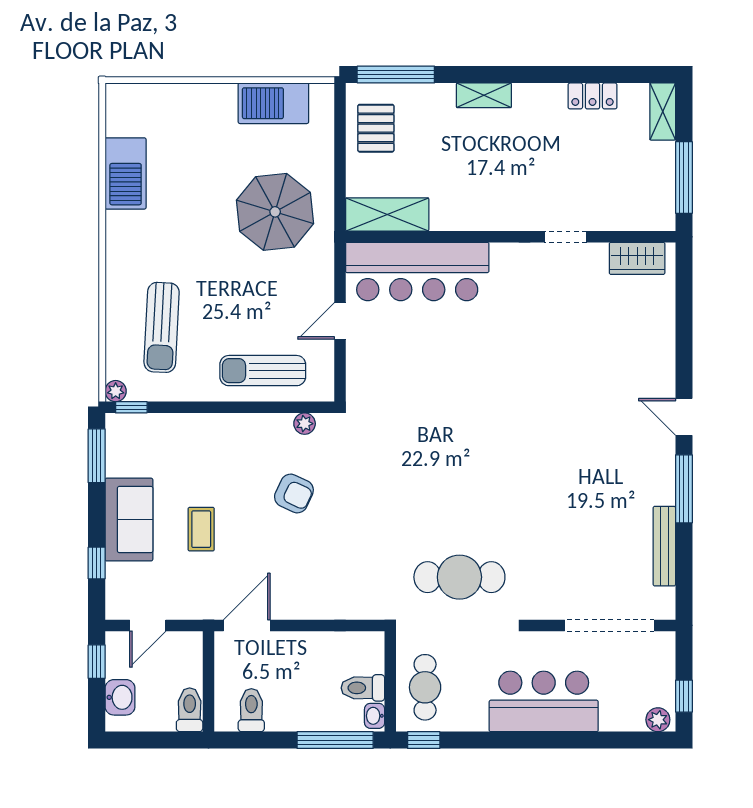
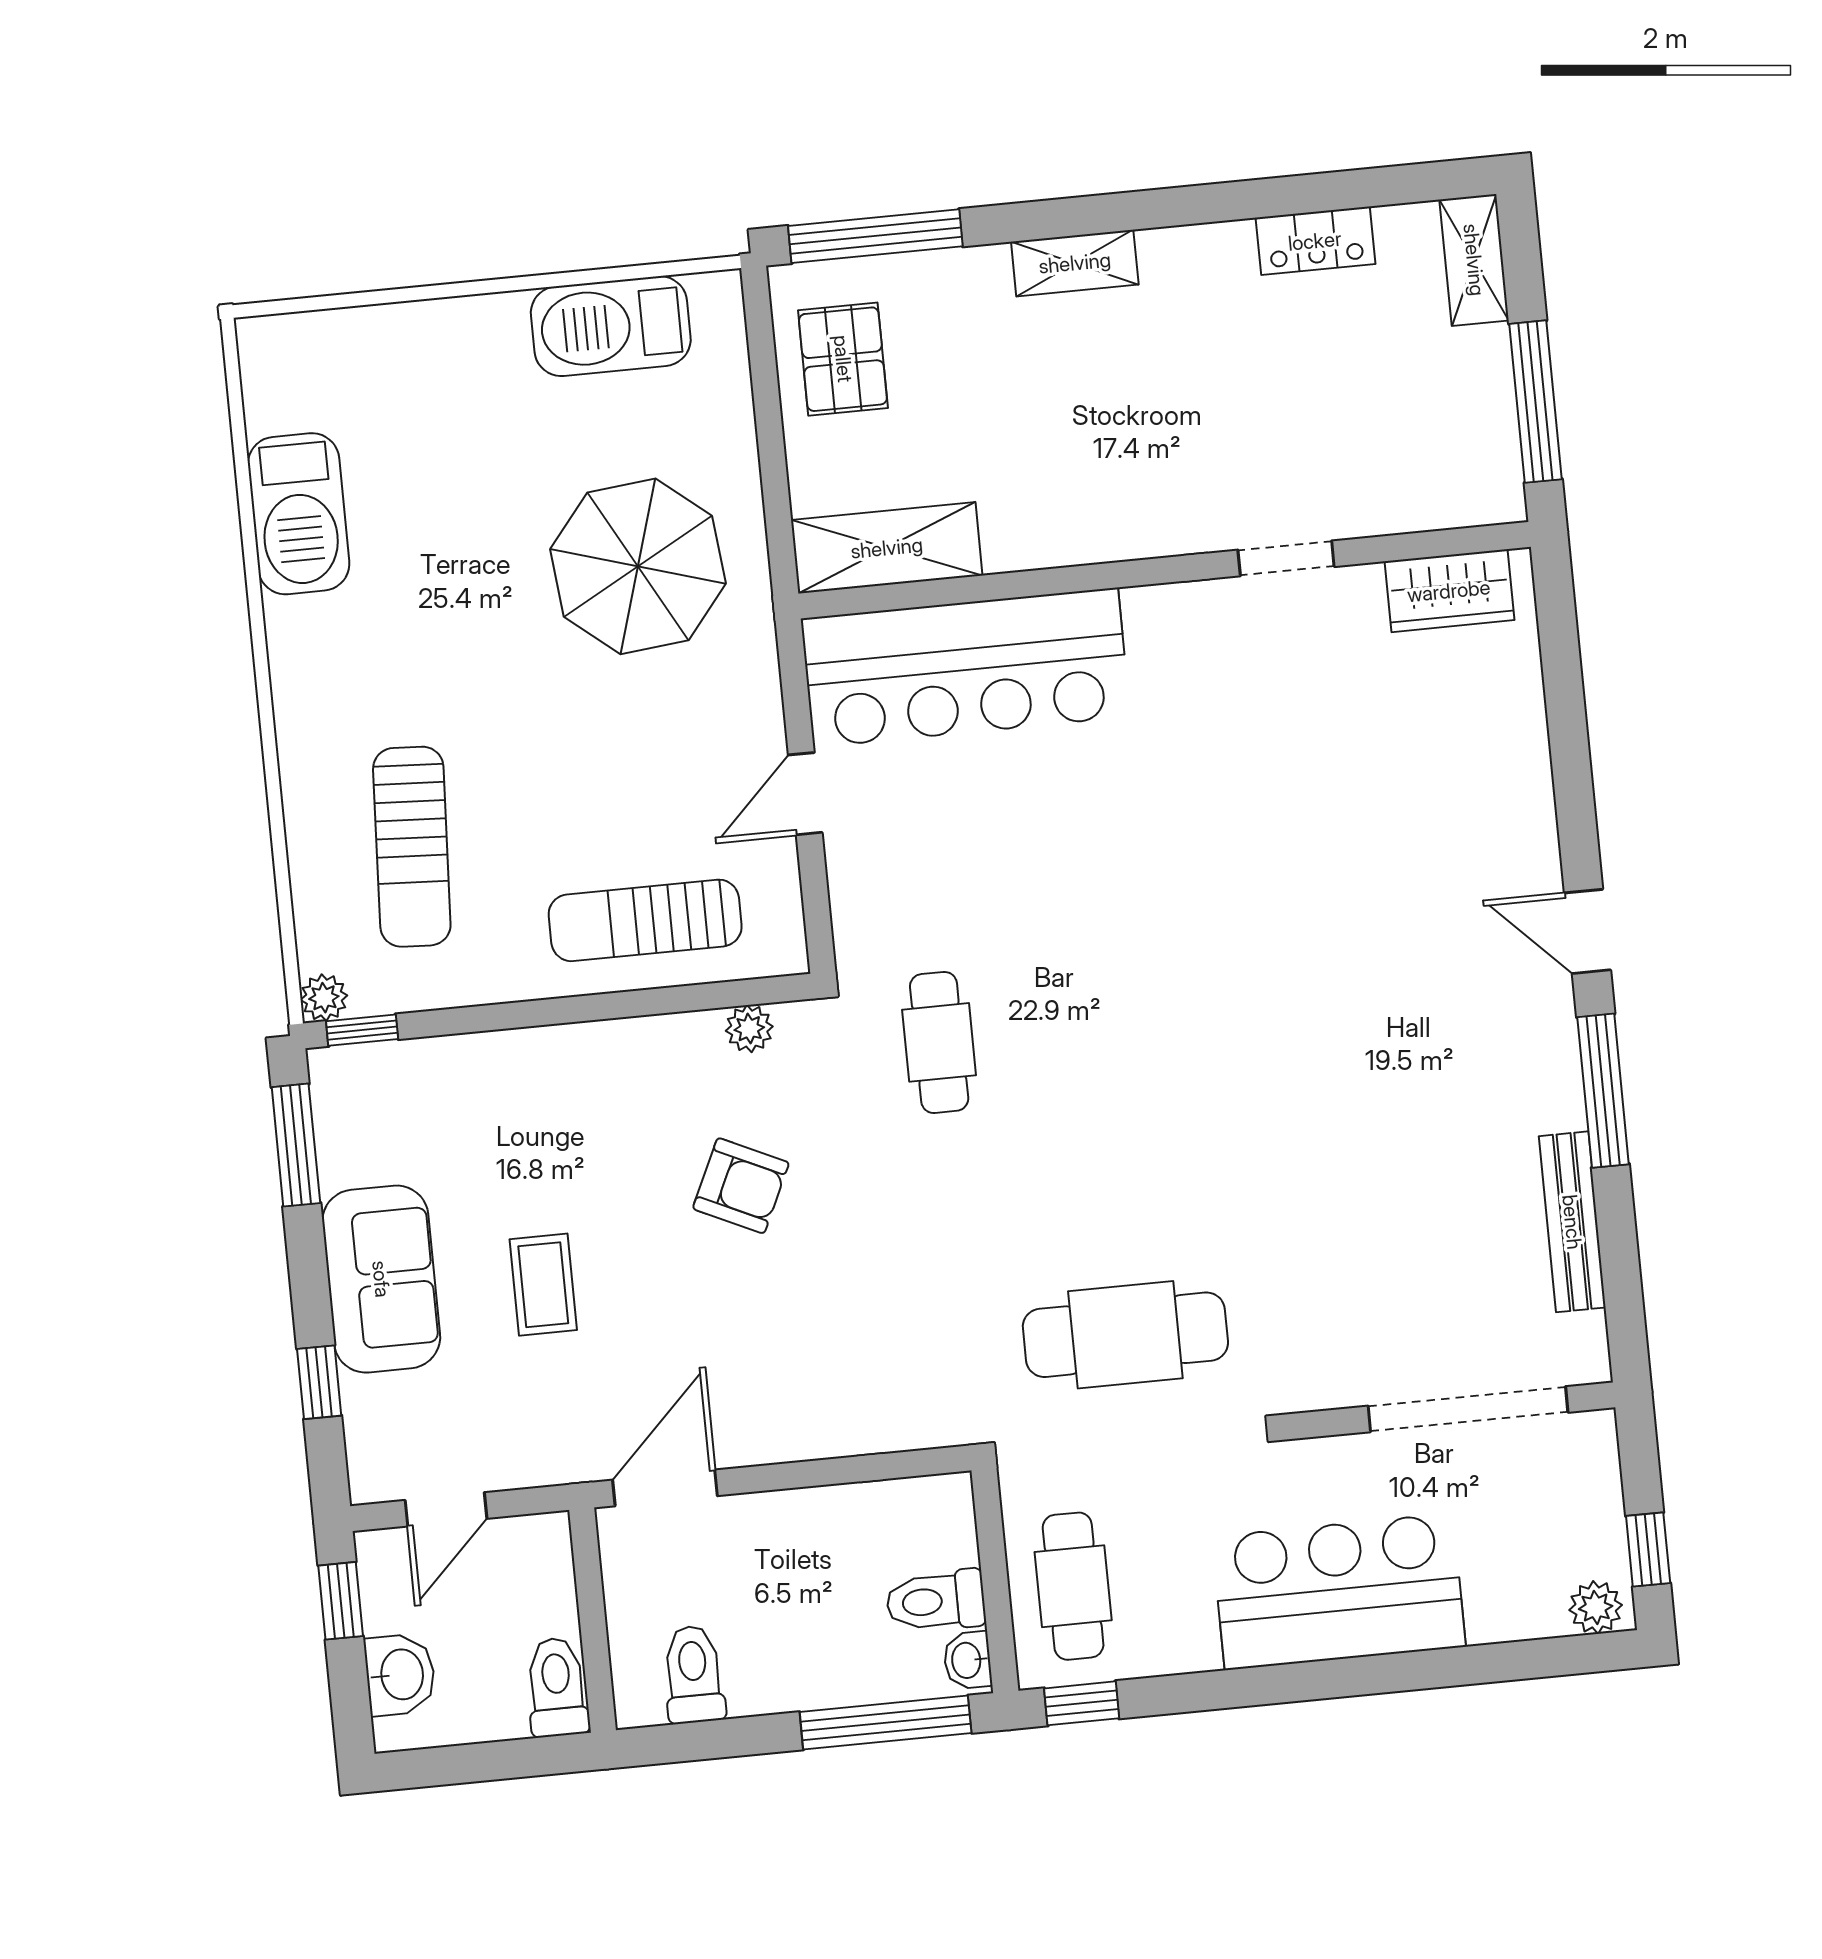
cafe table: (389, 438) -> (939, 1042), added

